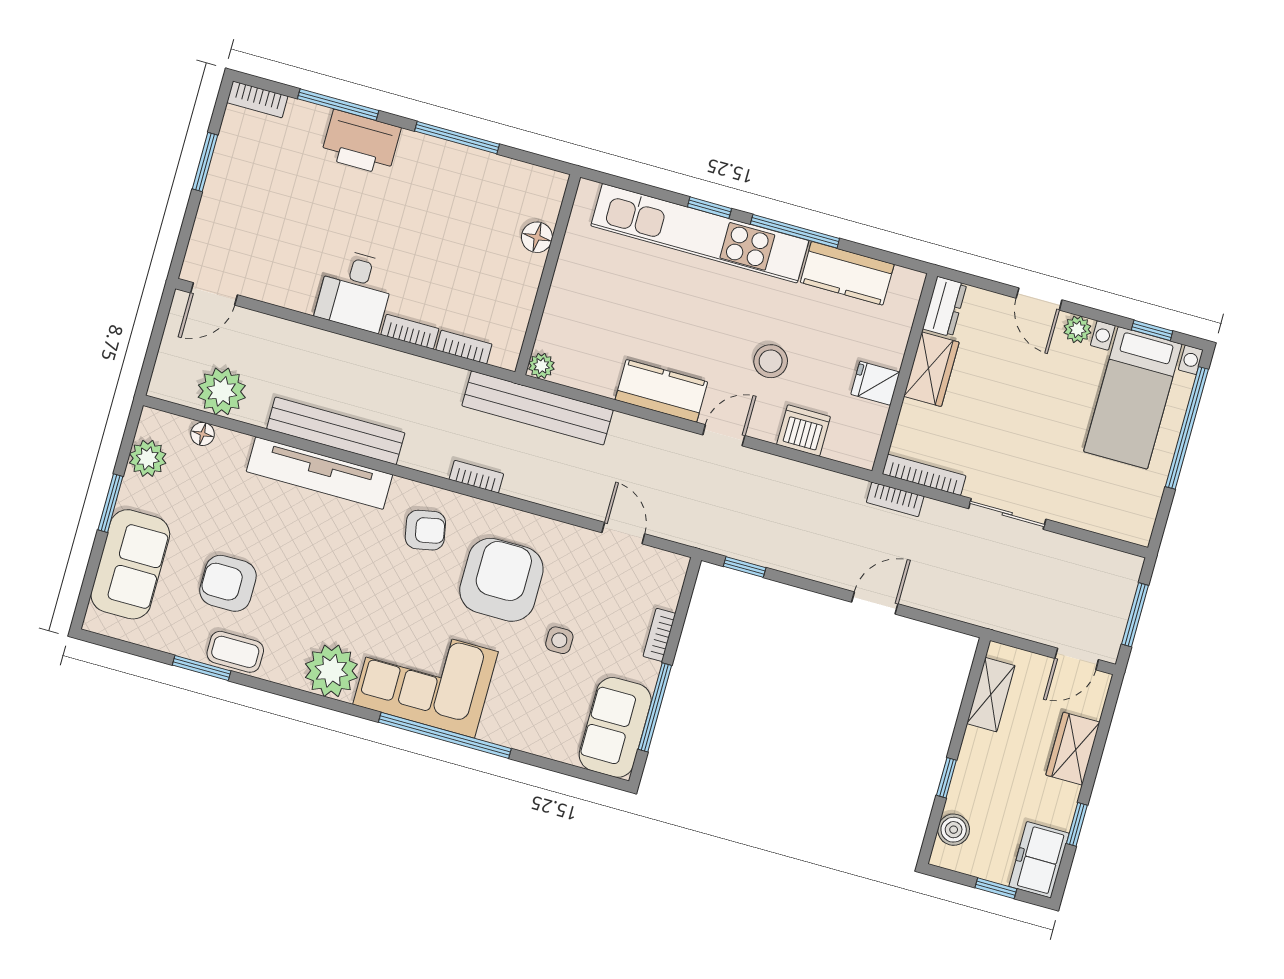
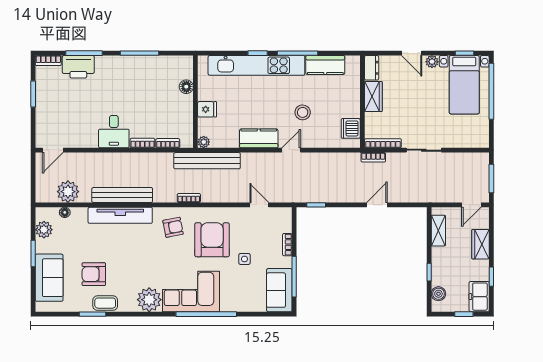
printer: (361, 142) -> (78, 67), moved
fridge: (875, 383) -> (207, 109), moved, turned 180
dishwasher: (804, 431) -> (351, 128), moved, turned -90

